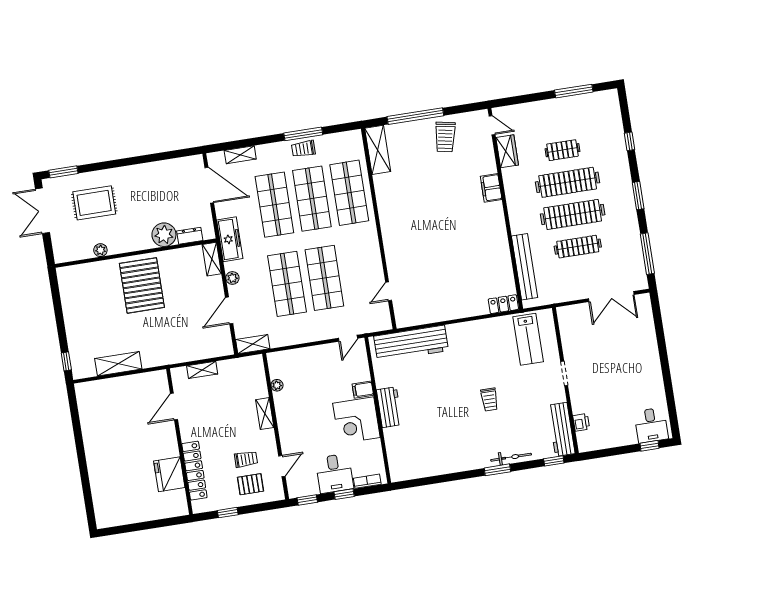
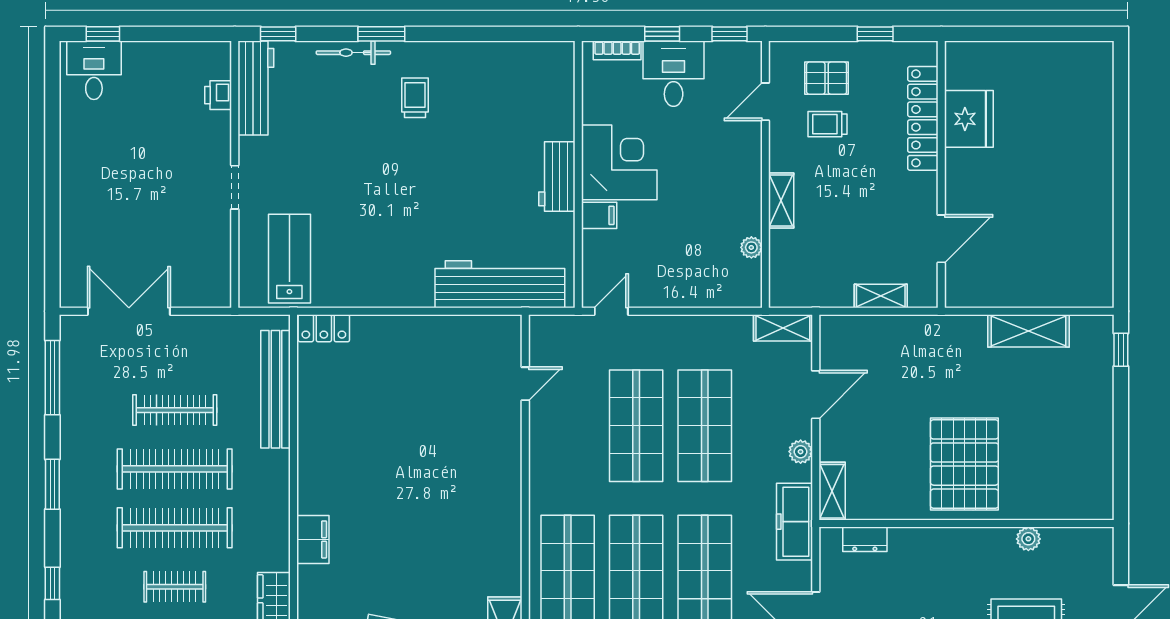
plant: (164, 235) -> (911, 548), removed
trolley: (489, 399) -> (415, 98), moved

